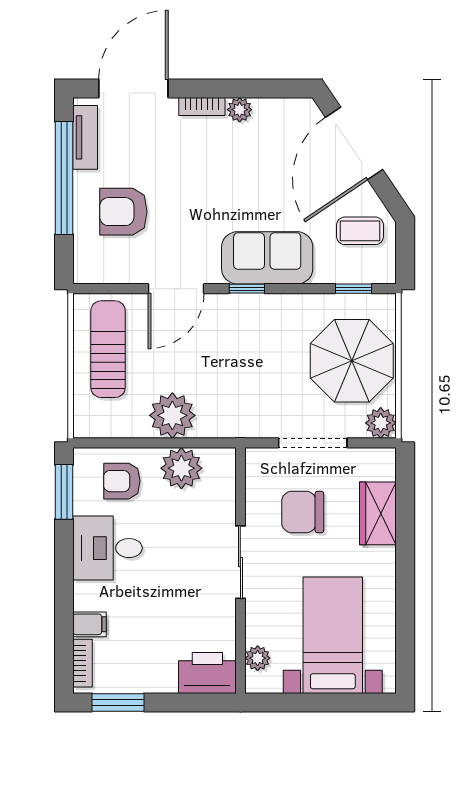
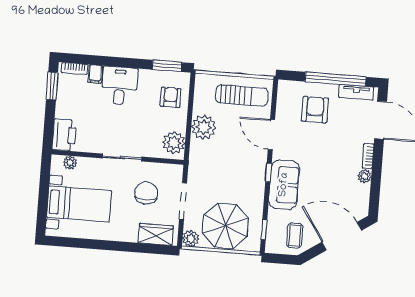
plant: (181, 468) -> (174, 143), moved
wardrobe: (378, 513) -> (156, 234), moved
desk: (108, 548) -> (120, 86), moved

